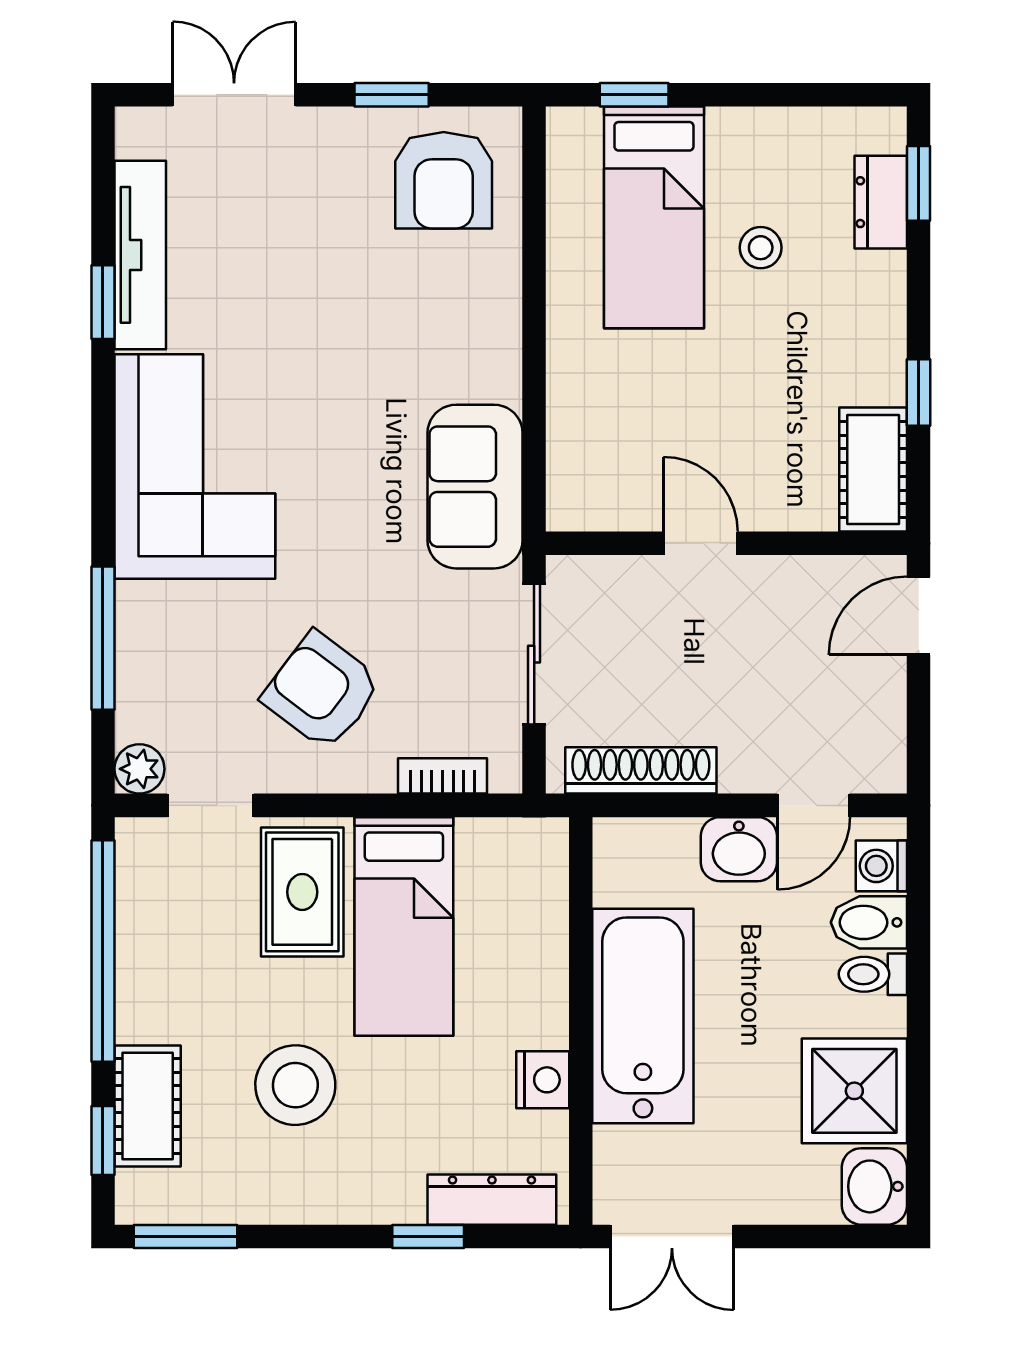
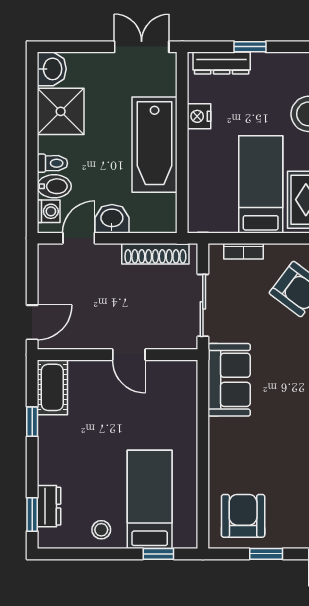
stool: (761, 248) -> (101, 530), moved

